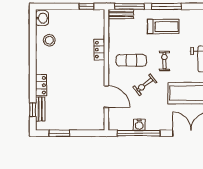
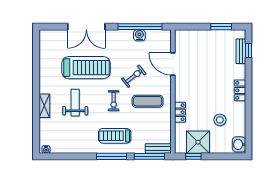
shower: (82, 20) -> (198, 142), added
stool: (49, 40) -> (220, 120), moved
locker: (41, 85) -> (240, 90), moved

